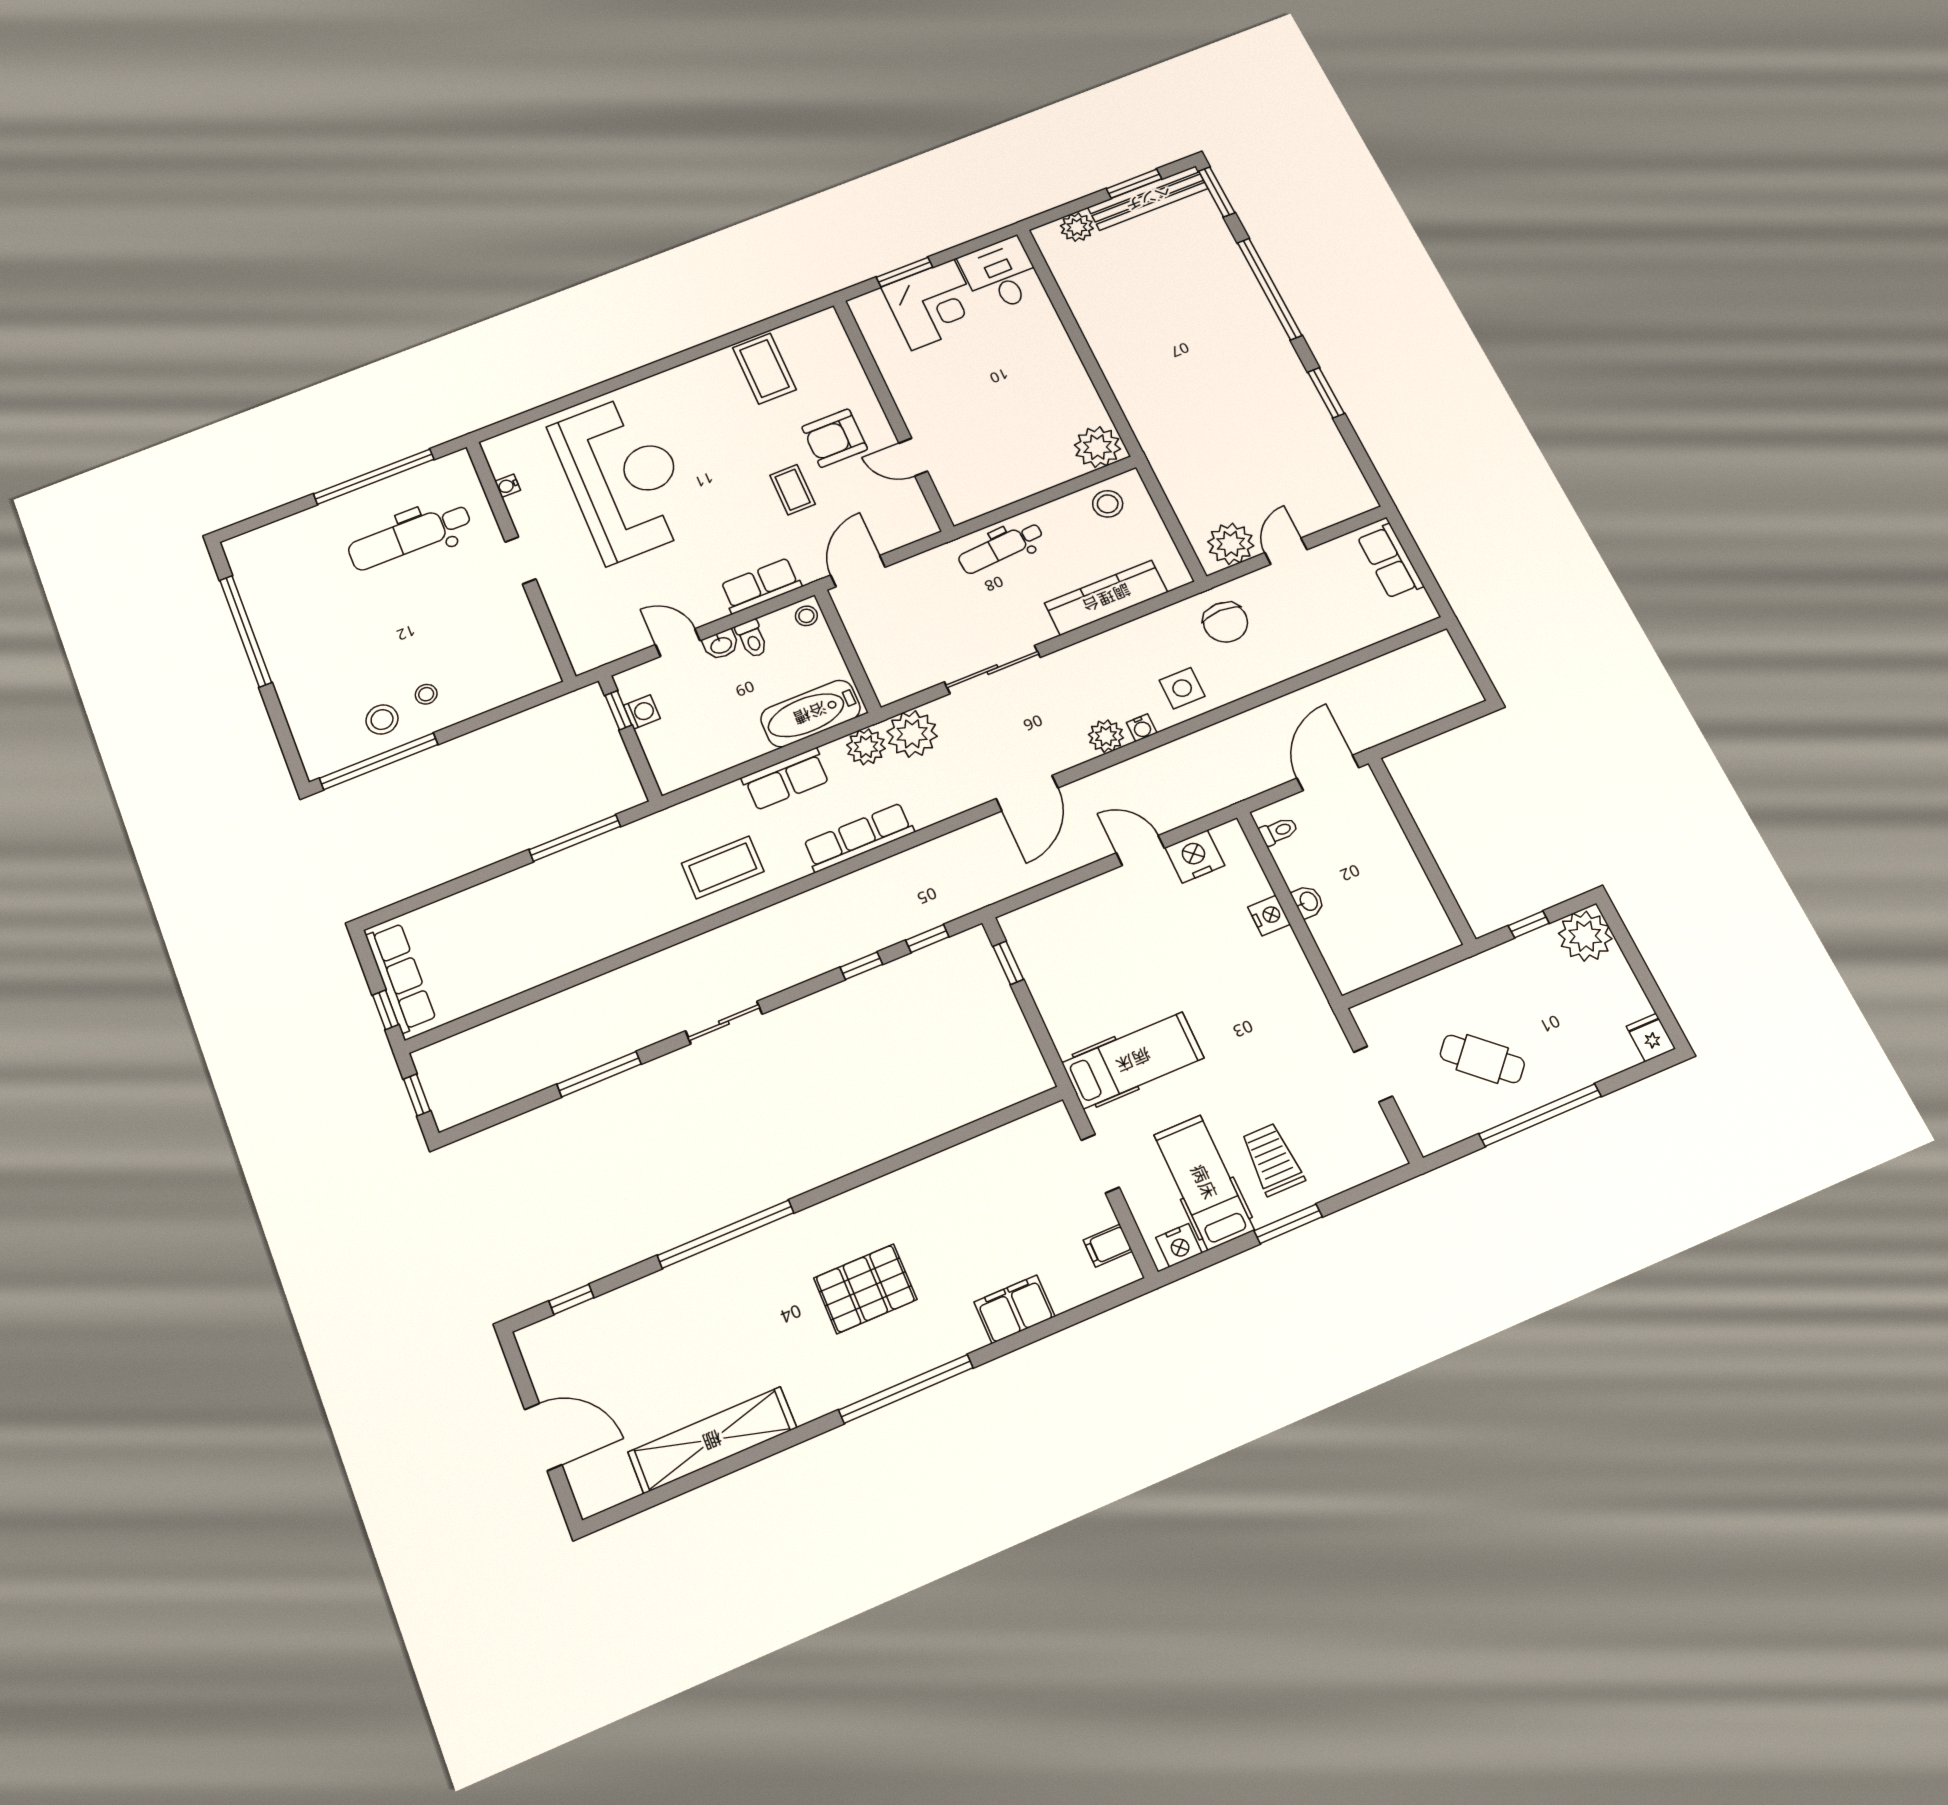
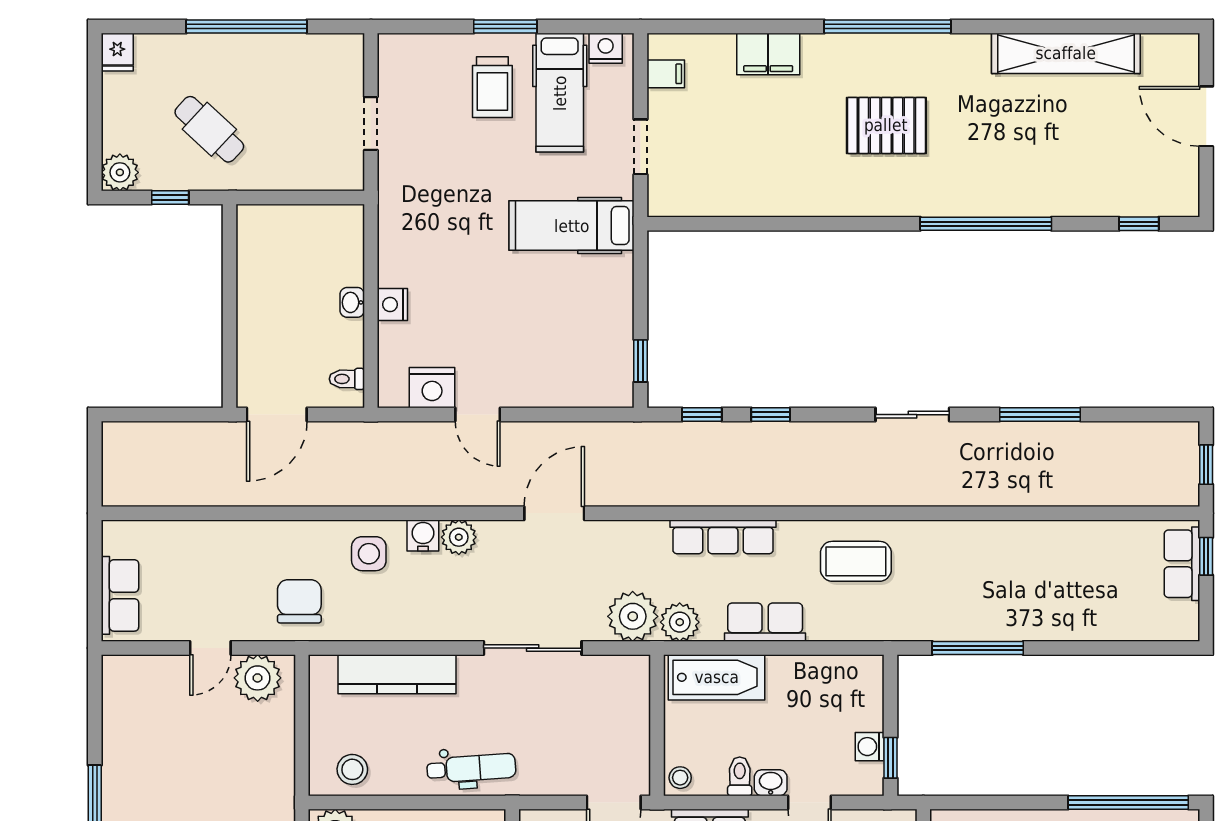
water cooler: (1142, 728) -> (423, 536), width x1.38, depth x1.38
plant: (1585, 936) -> (120, 172), width x0.73, depth x0.73
row of seats: (401, 977) -> (1182, 564), width x0.68
cafe table: (1482, 1059) -> (209, 129), moved

